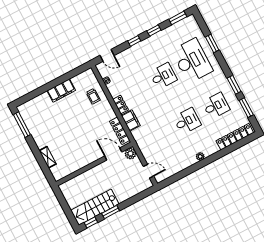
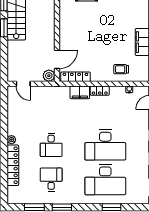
desk: (163, 76) -> (105, 145), width x1.87, depth x1.30
desk: (216, 106) -> (51, 180), turned 180
locker: (235, 137) -> (13, 165), moved
door: (149, 171) -> (23, 84), hinge flipped

